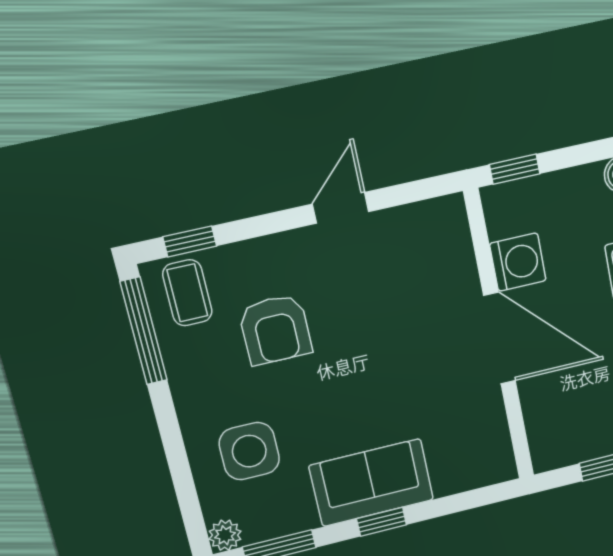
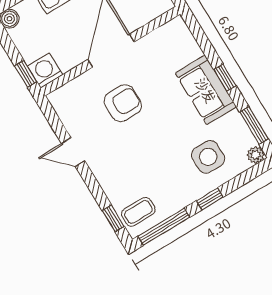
washing machine: (518, 262) -> (45, 71), moved
armchair: (275, 329) -> (123, 103), moved
window: (170, 431) -> (210, 199), added

